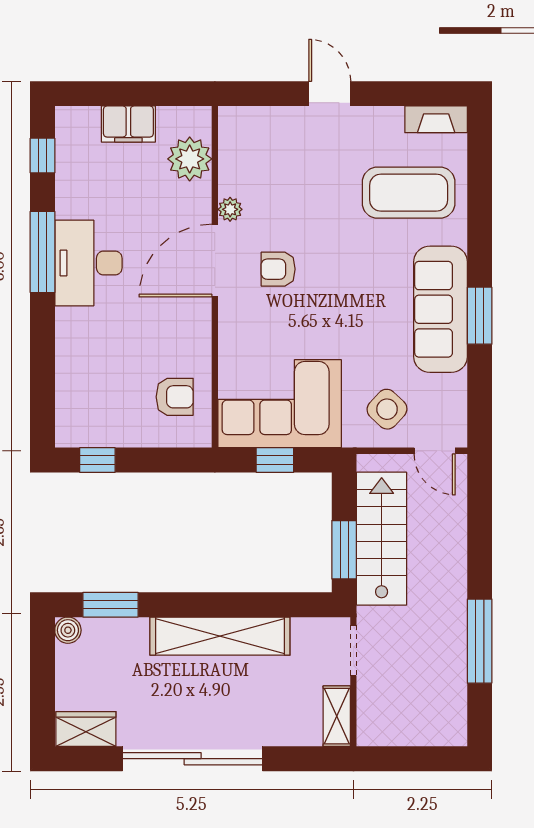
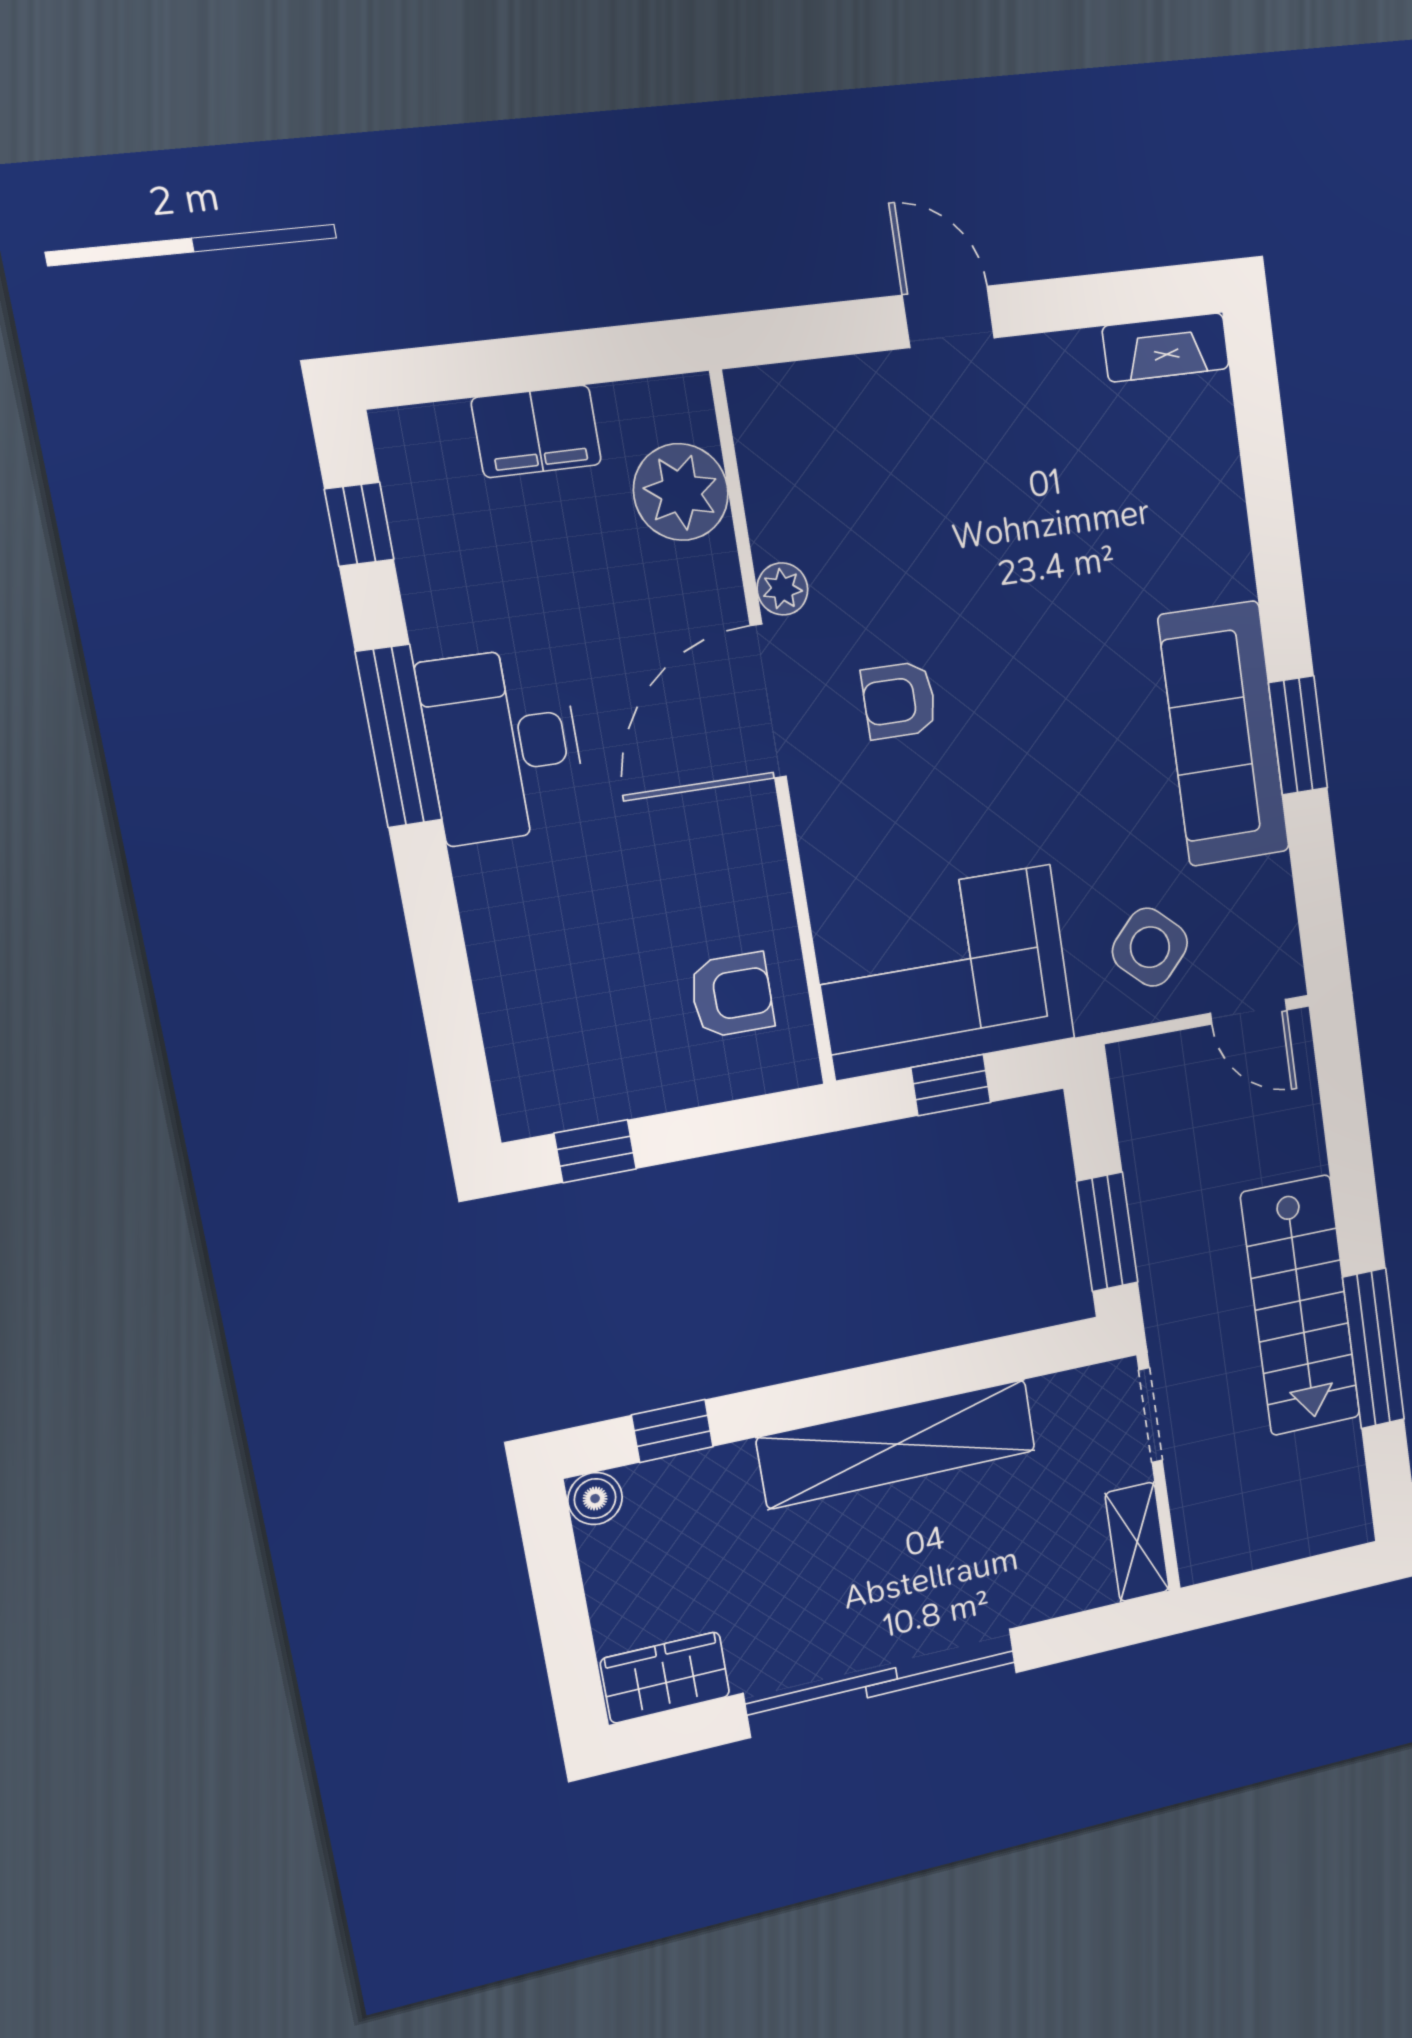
coffee table: (409, 193) -> (1133, 507), removed
stairs: (382, 539) -> (1301, 1306), moved, turned 180
window: (110, 605) -> (672, 1431), width x0.67

